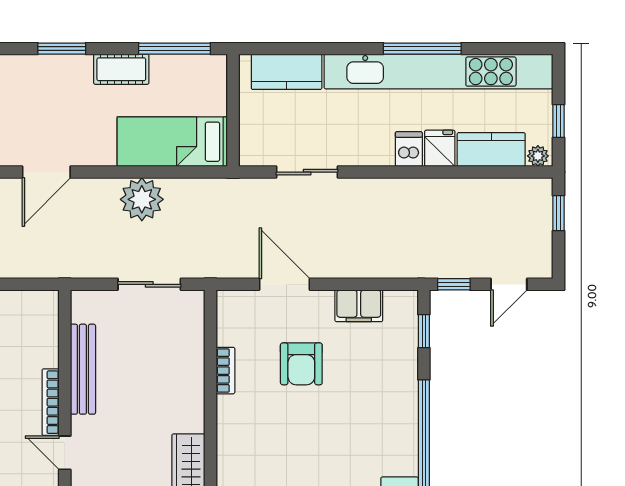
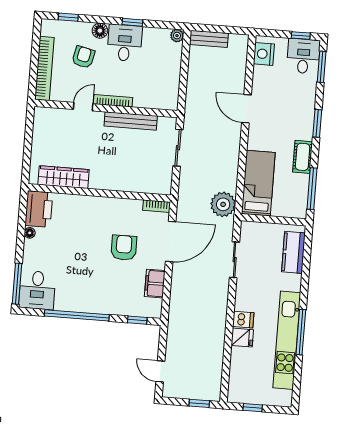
kitchen unit: (438, 72) -> (287, 340), width x0.73
kitchen counter: (491, 149) -> (239, 367), removed
plant: (538, 156) -> (233, 394), removed
plant: (142, 199) -> (223, 204), moved
sliding door: (149, 284) -> (178, 148), moved
door: (284, 284) -> (171, 241), width x1.36
window: (454, 284) -> (163, 340), removed
armchair: (301, 364) -> (124, 248), turned 90
bookcase: (226, 371) -> (157, 206), moved

